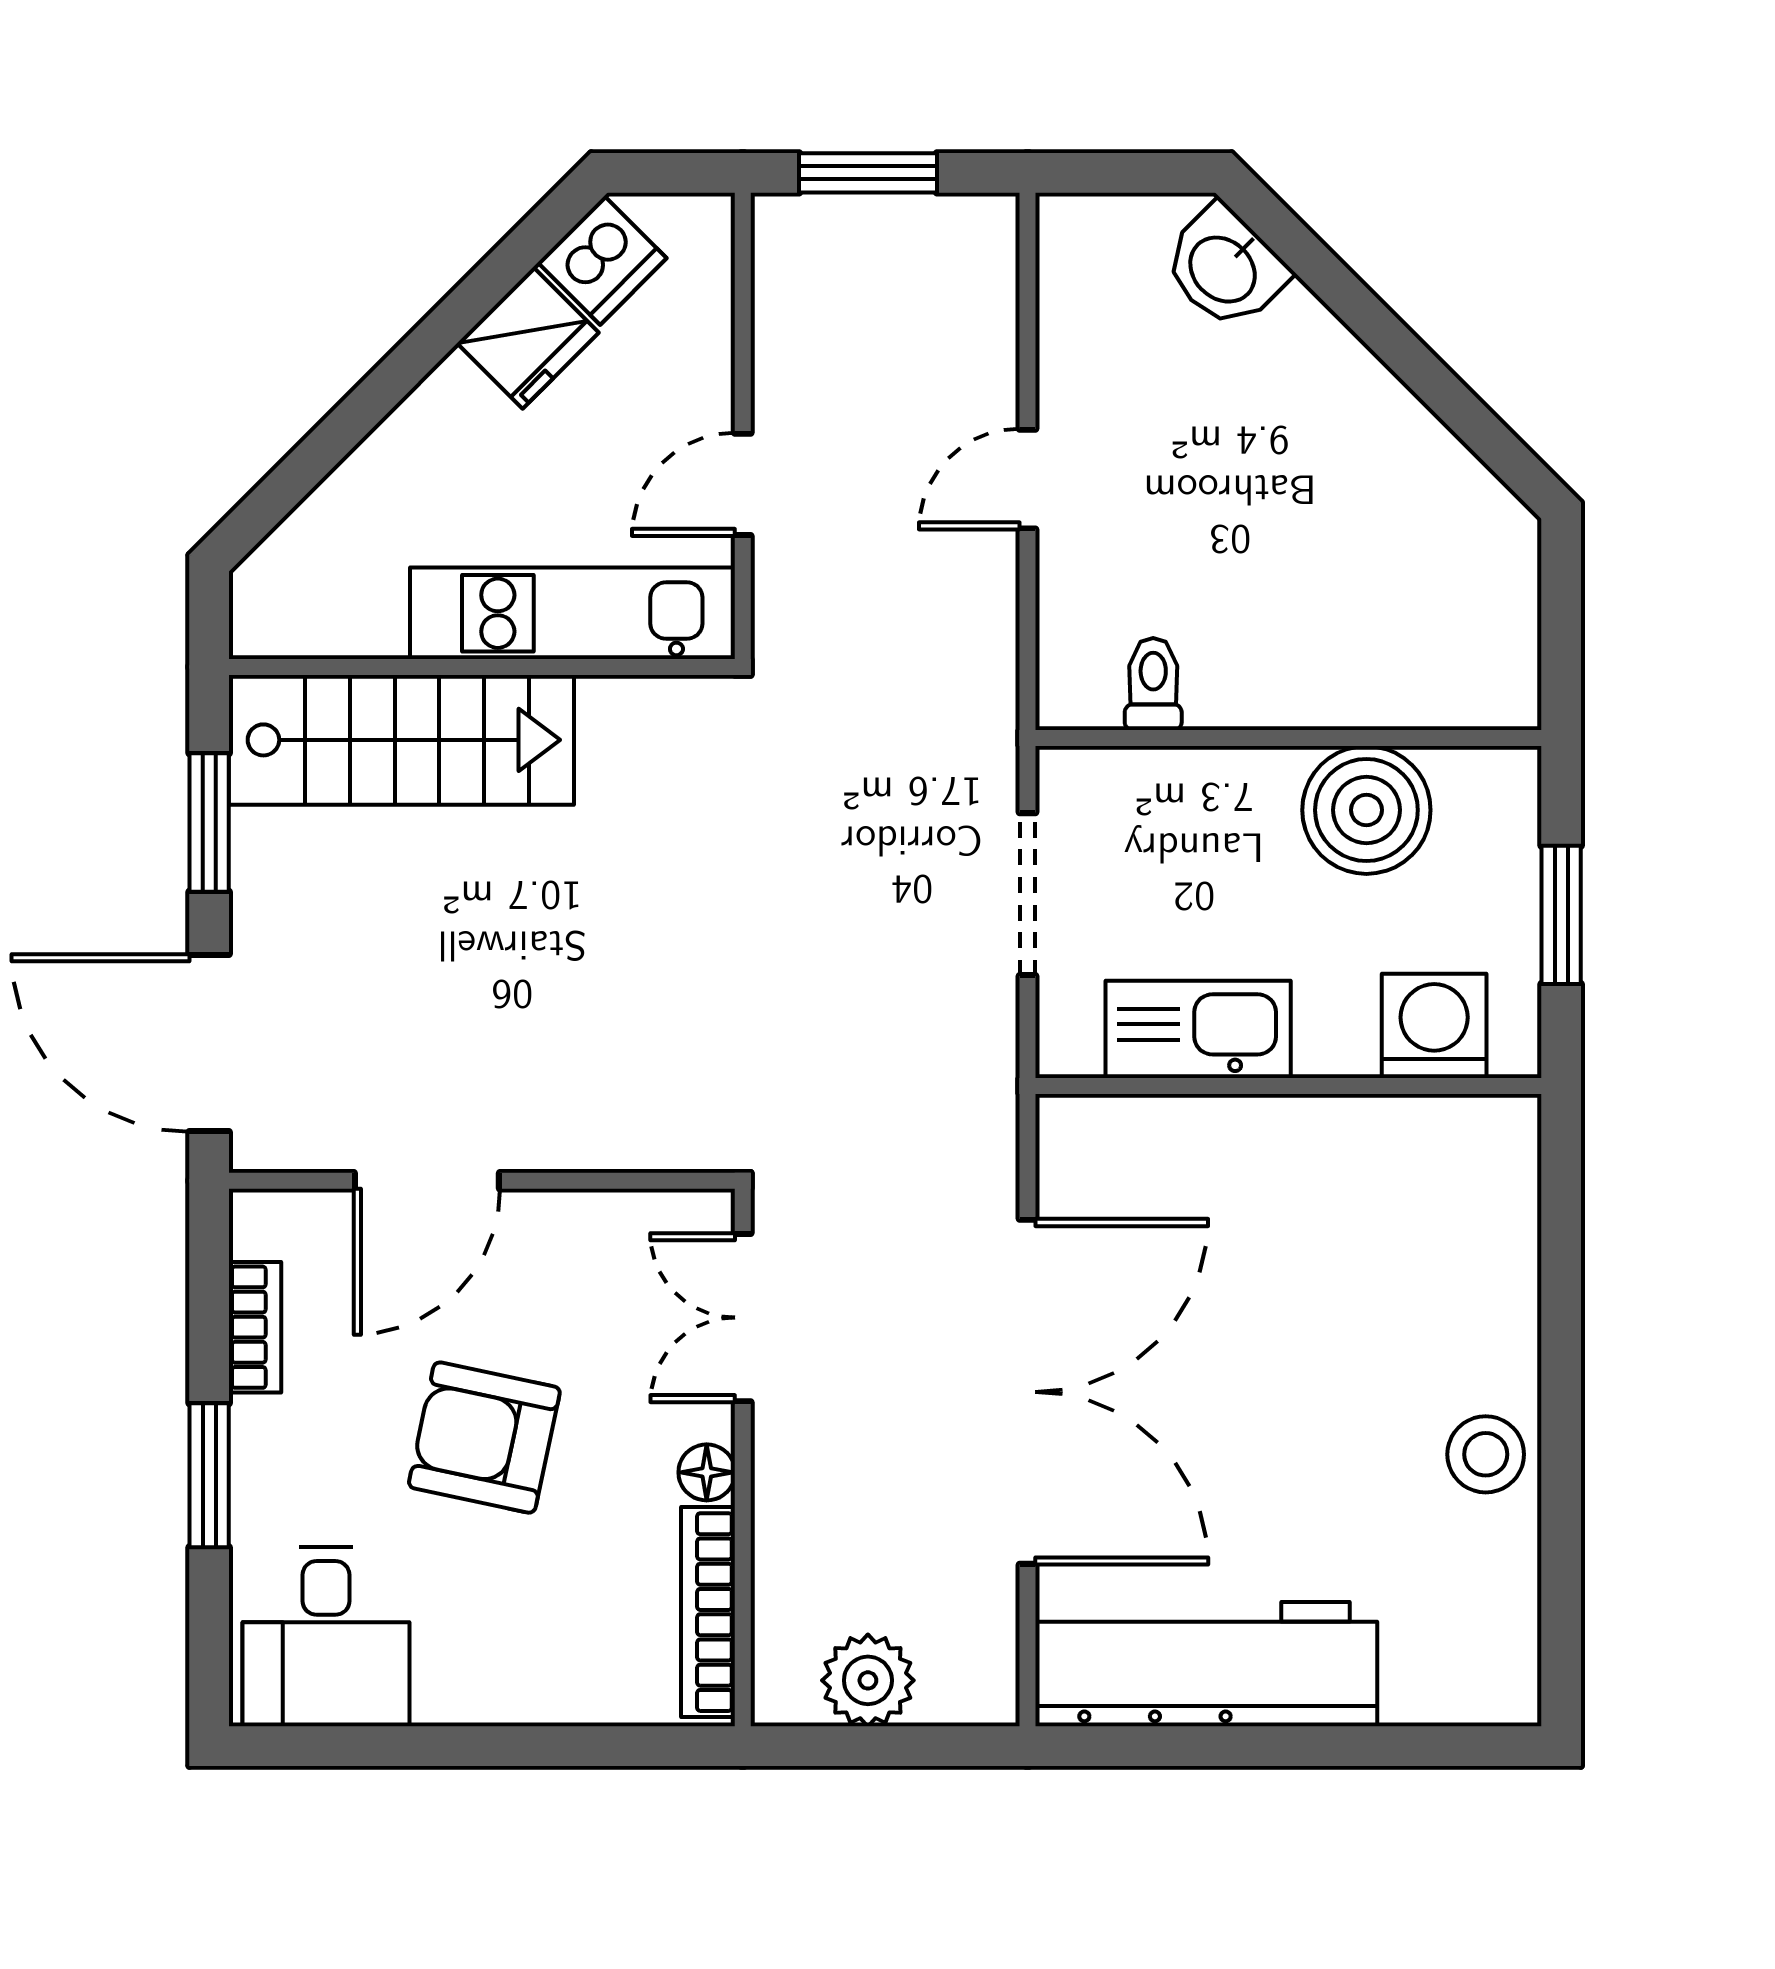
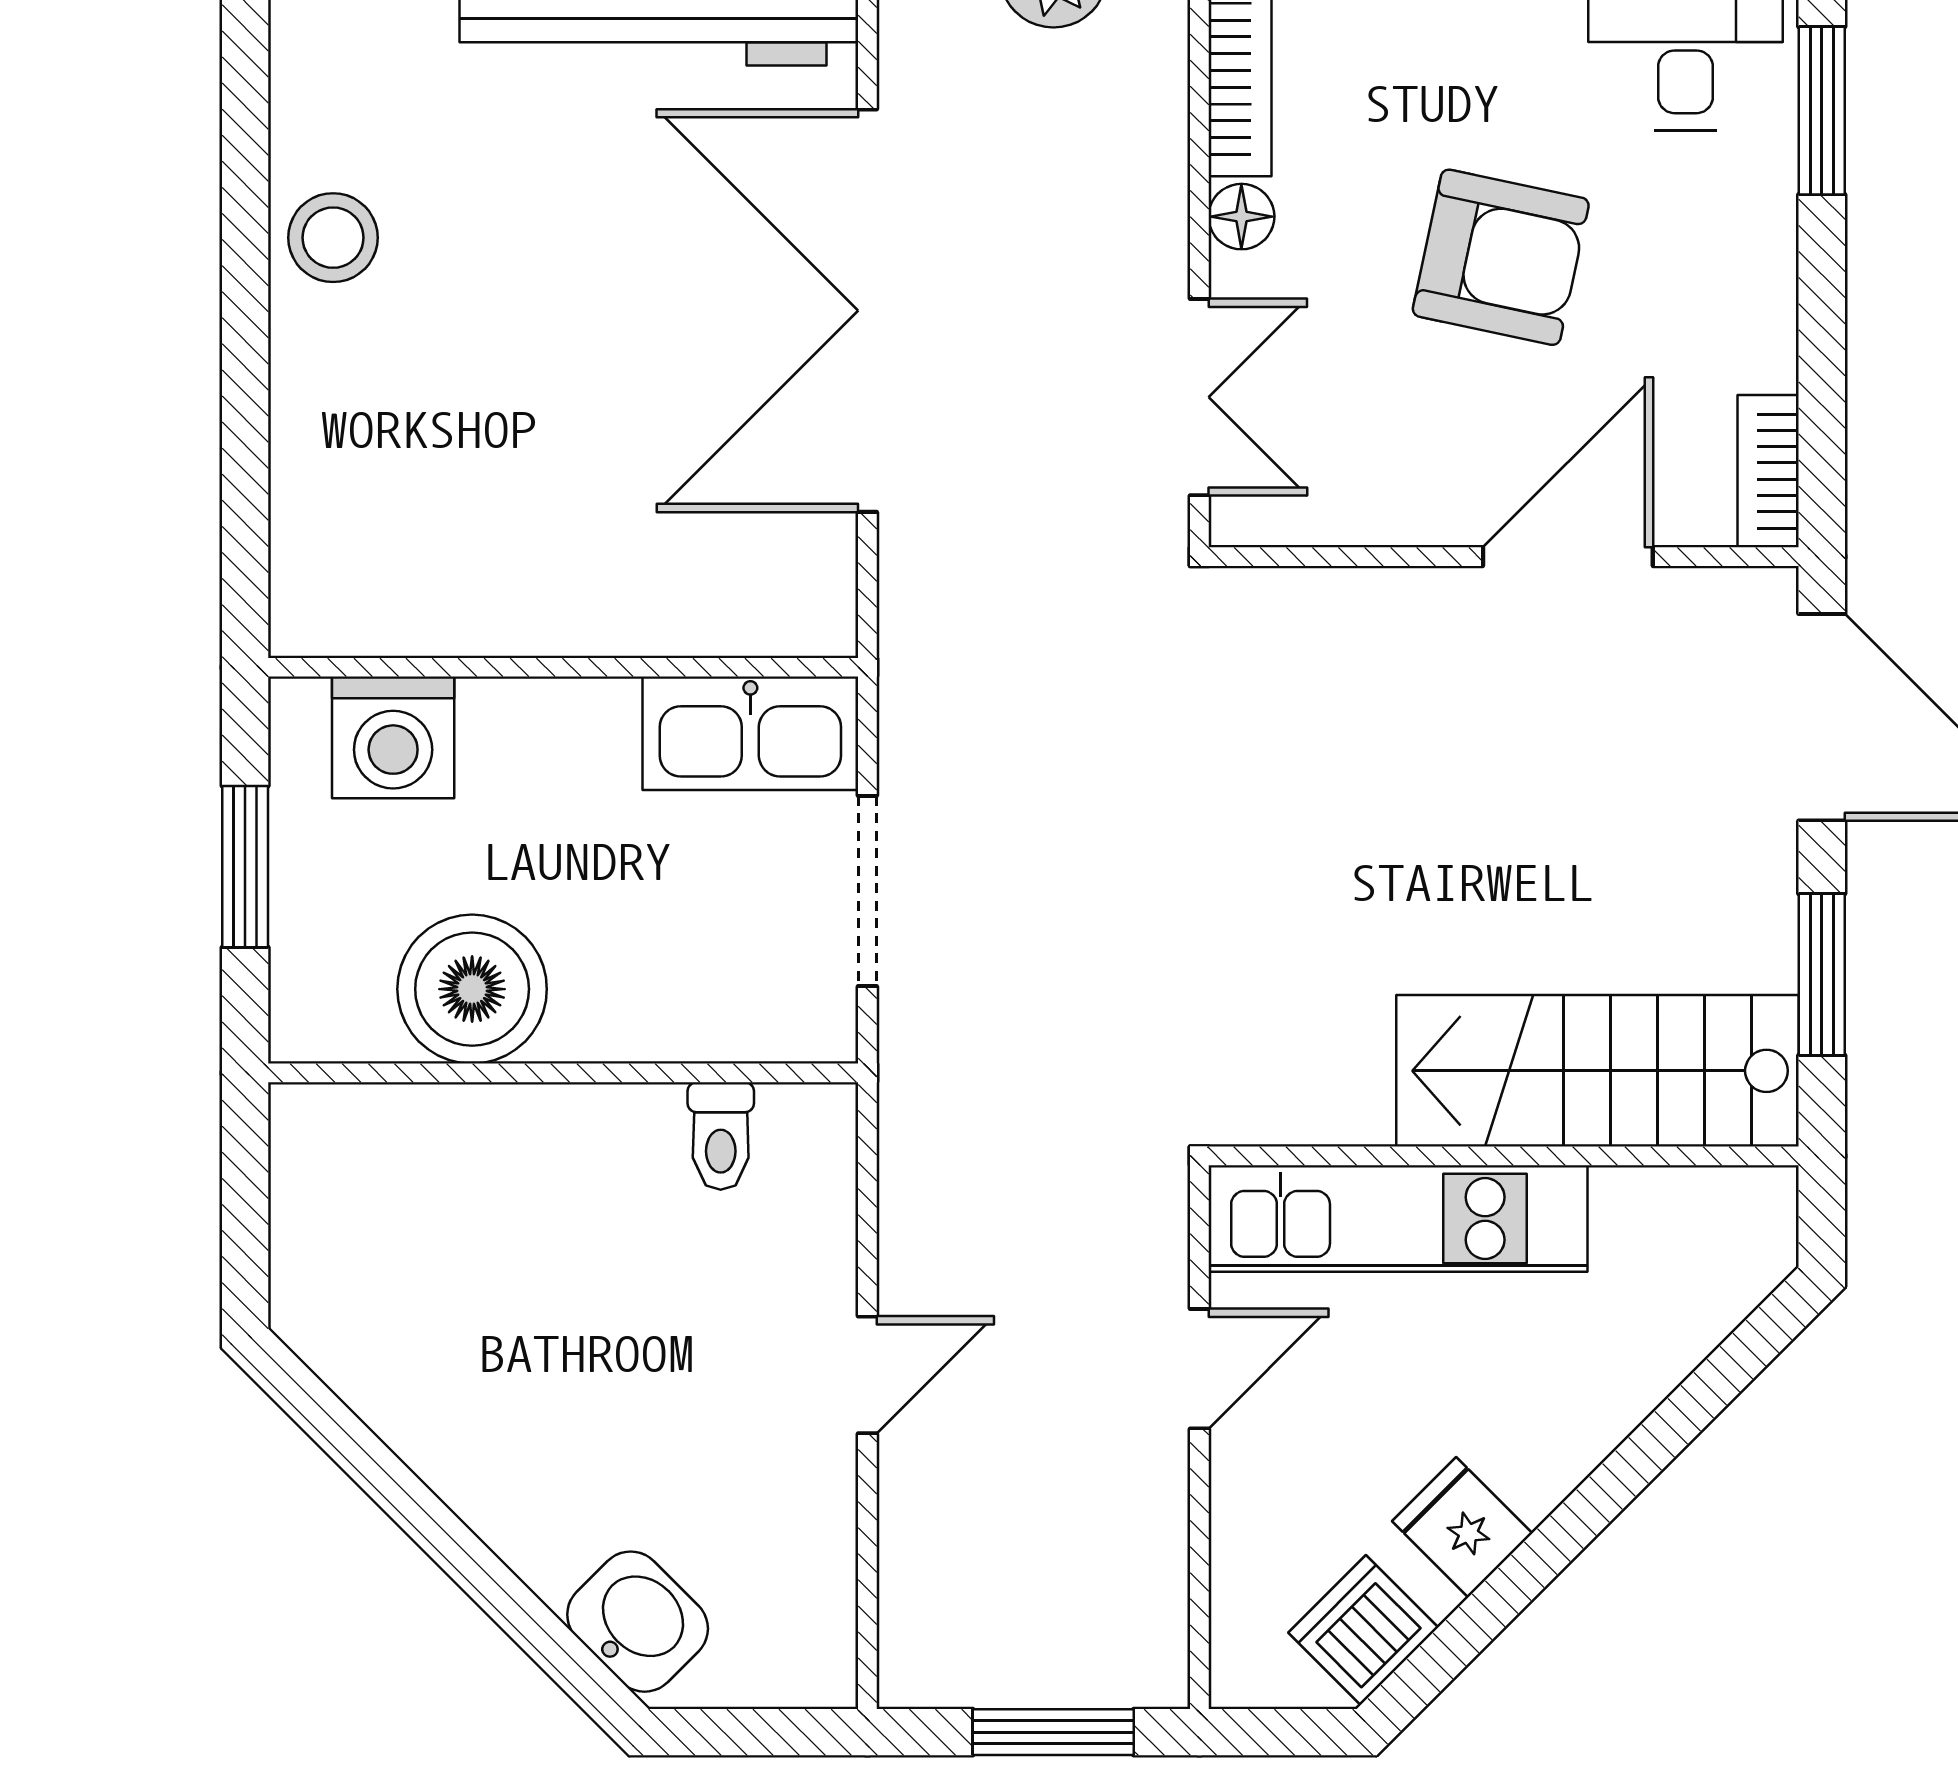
fridge: (528, 338) -> (1462, 1527), width x0.72
kitchen sink: (1198, 1029) -> (750, 733), moved
bookcase: (255, 1327) -> (1768, 471), moved
window: (209, 1475) -> (1822, 111), moved

